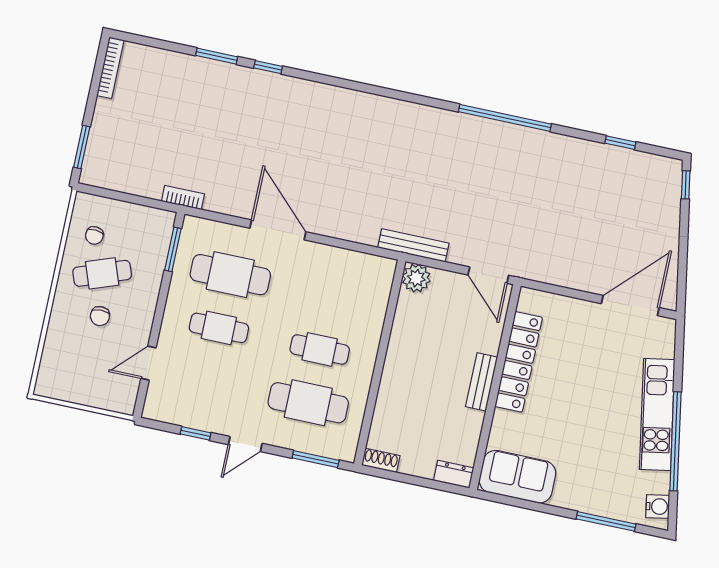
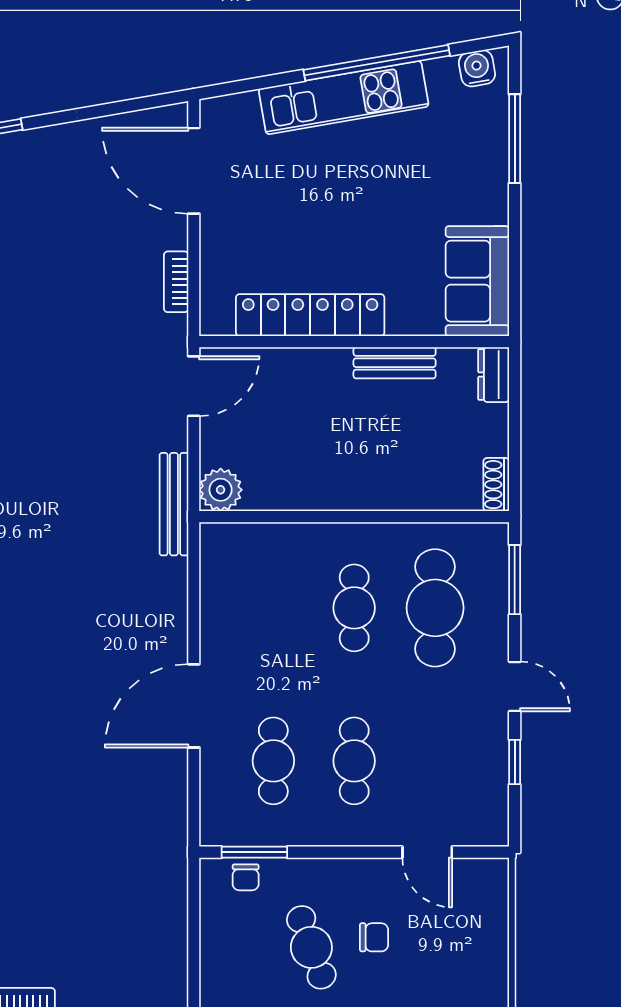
bookcase: (183, 198) -> (176, 282), moved
chair: (94, 235) -> (246, 877), moved, turned 85
cafe table: (230, 275) -> (273, 761), width x0.73, depth x0.74
bench: (482, 382) -> (395, 363), moved

